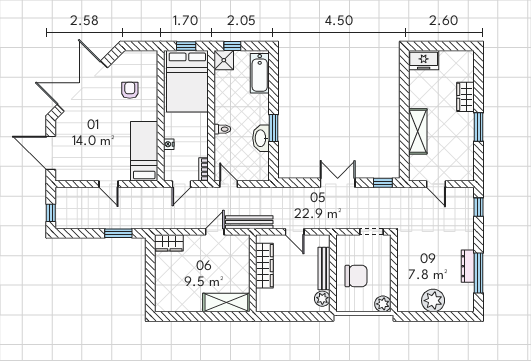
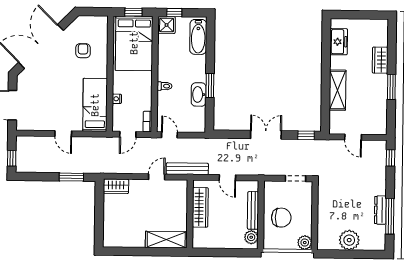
freezer: (424, 60) -> (339, 42), moved, turned -90

